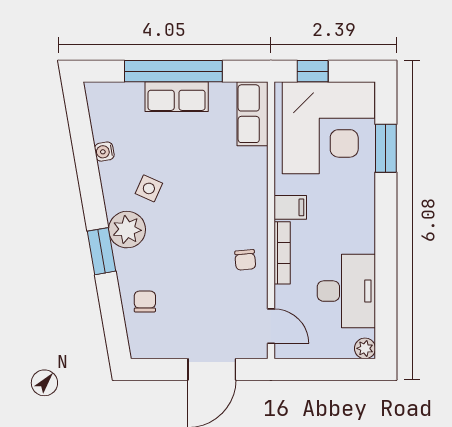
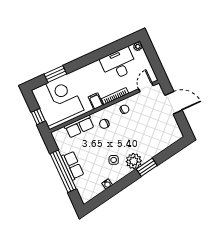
row of seats: (252, 114) -> (79, 126), moved
chair: (145, 302) -> (104, 124), moved

